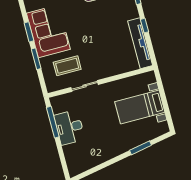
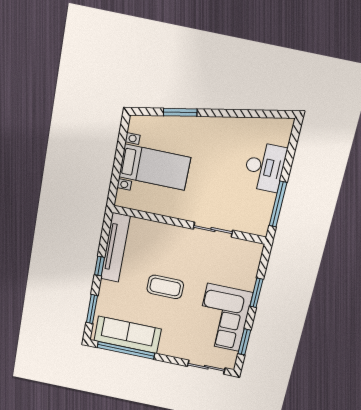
window: (29, 32) -> (244, 342), moved
coffee table: (67, 66) -> (165, 287), moved
desk: (69, 127) -> (265, 167), moved

